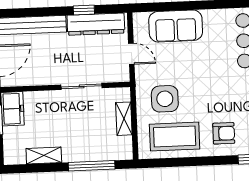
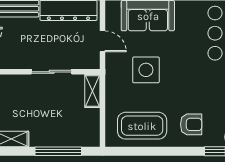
side table: (165, 99) -> (146, 70), moved
shelving: (124, 119) -> (92, 91), moved

